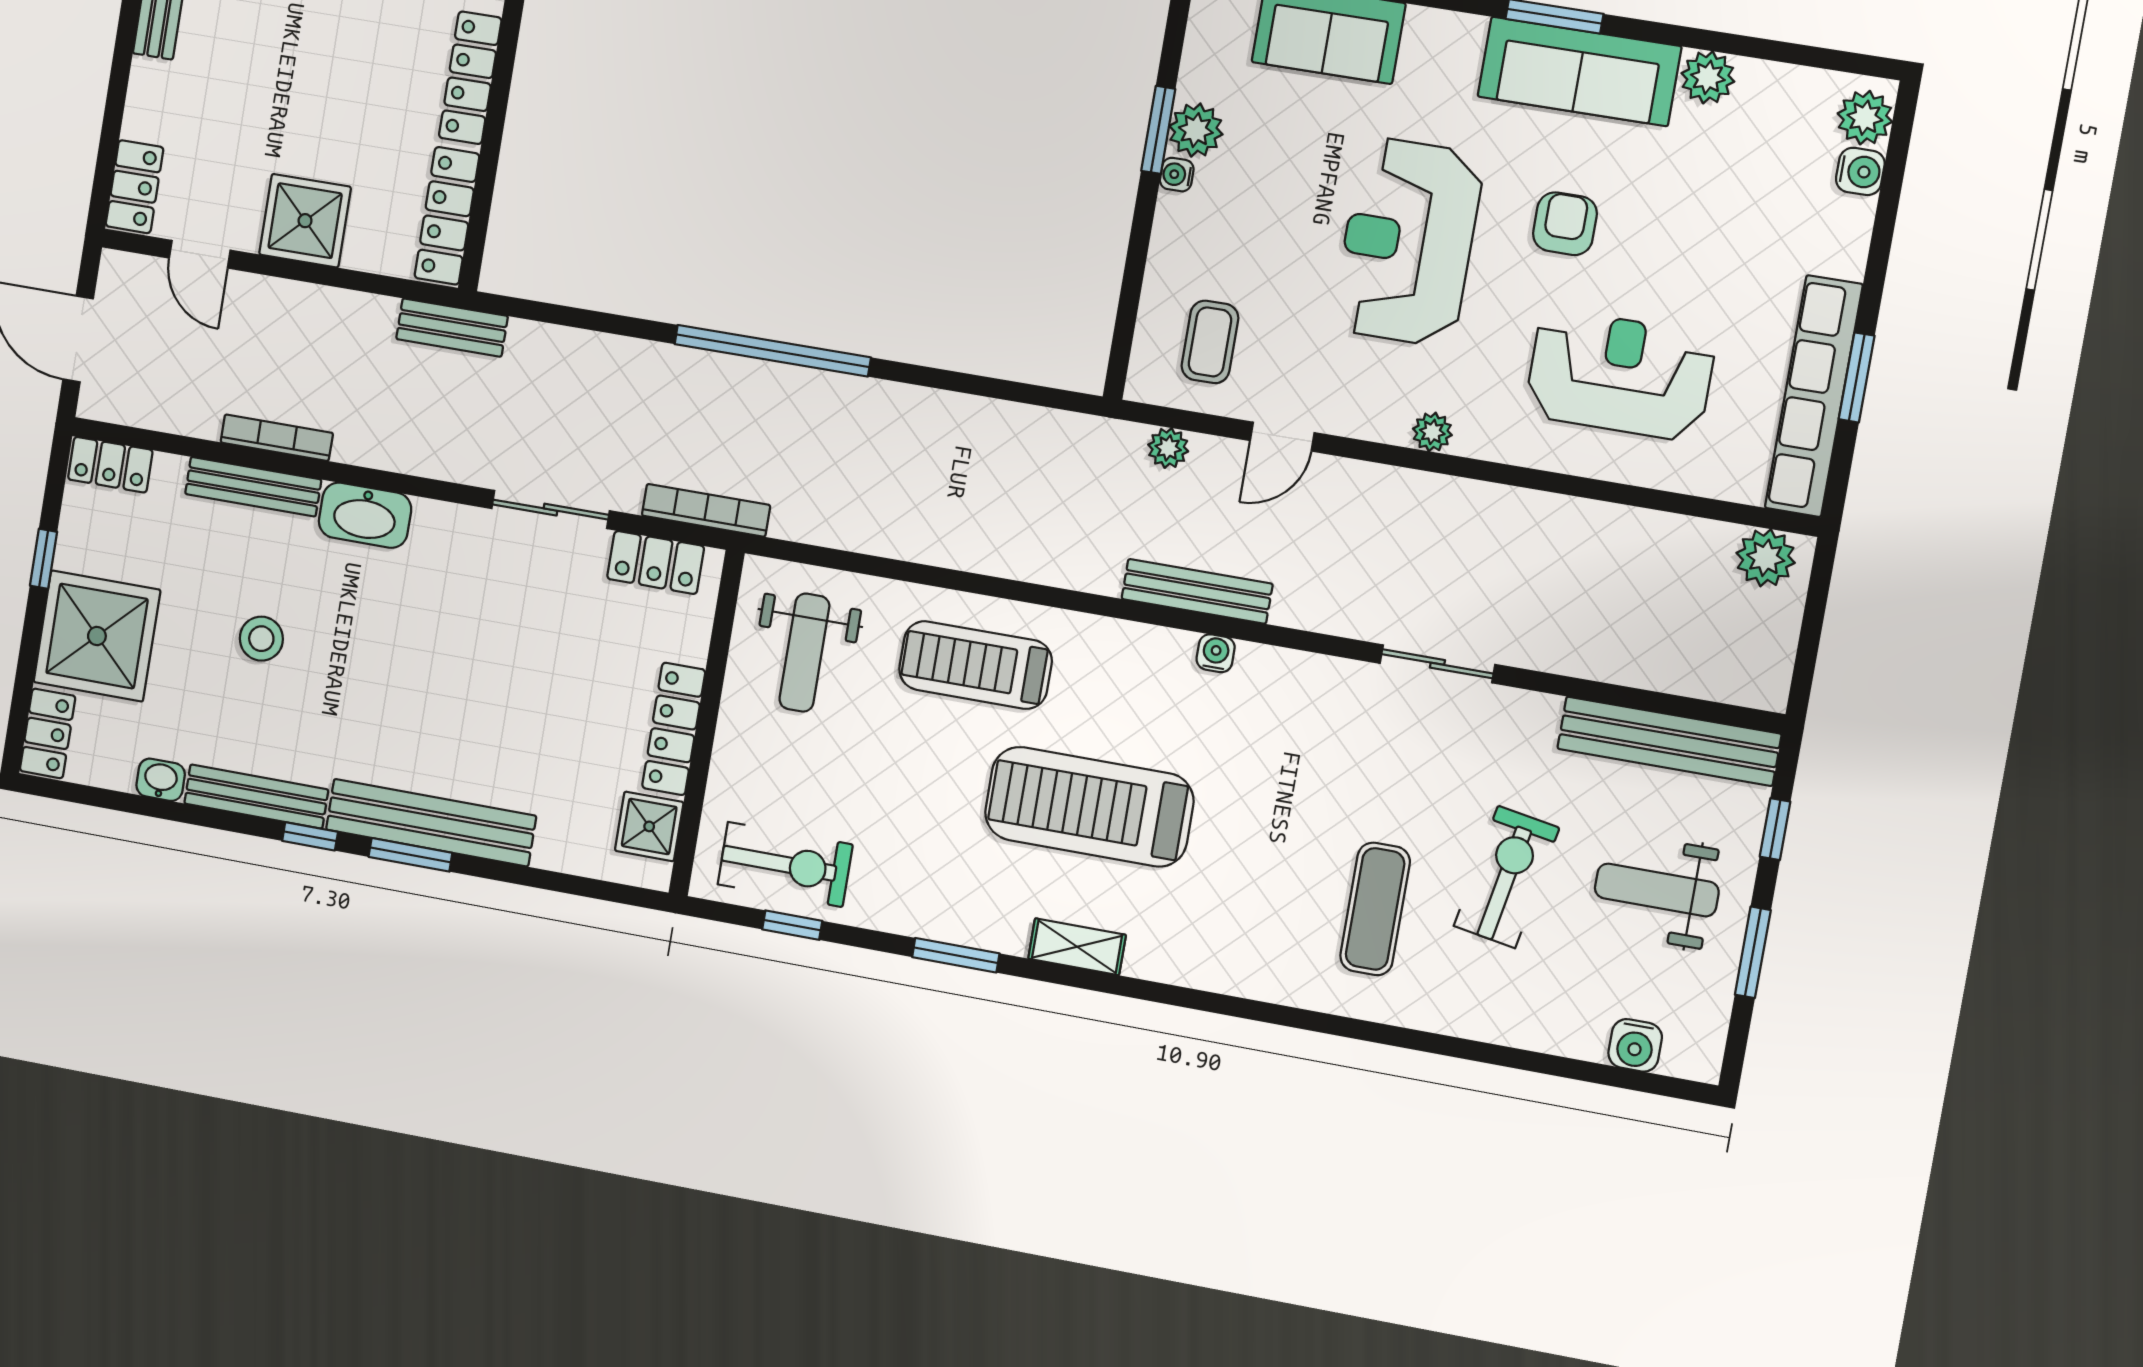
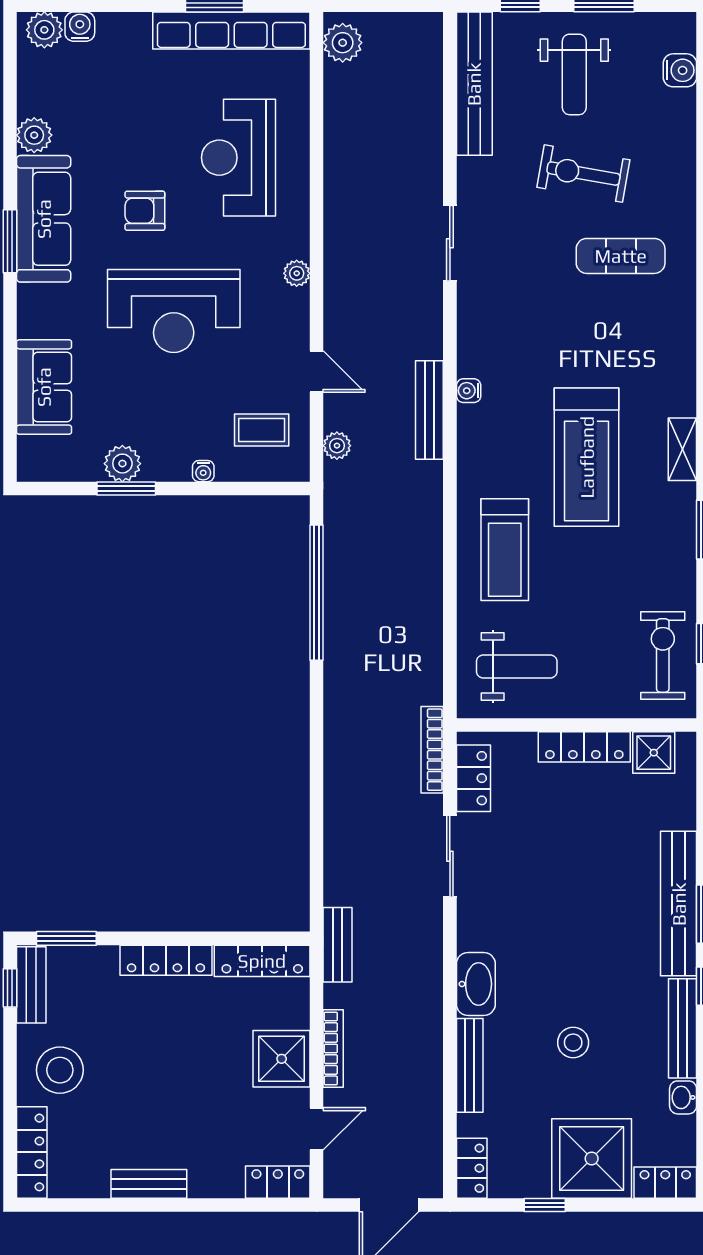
water cooler: (1177, 175) -> (203, 471), moved
window: (773, 351) -> (317, 593), moved
bookcase: (277, 438) -> (333, 1048), moved, turned 180

